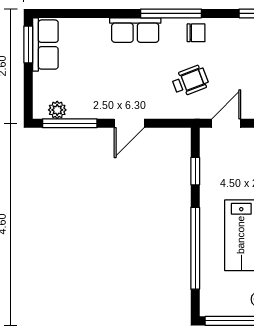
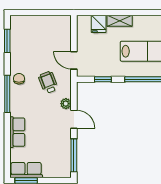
row of seats: (135, 30) -> (17, 132), moved
plant: (57, 110) -> (66, 104), moved

